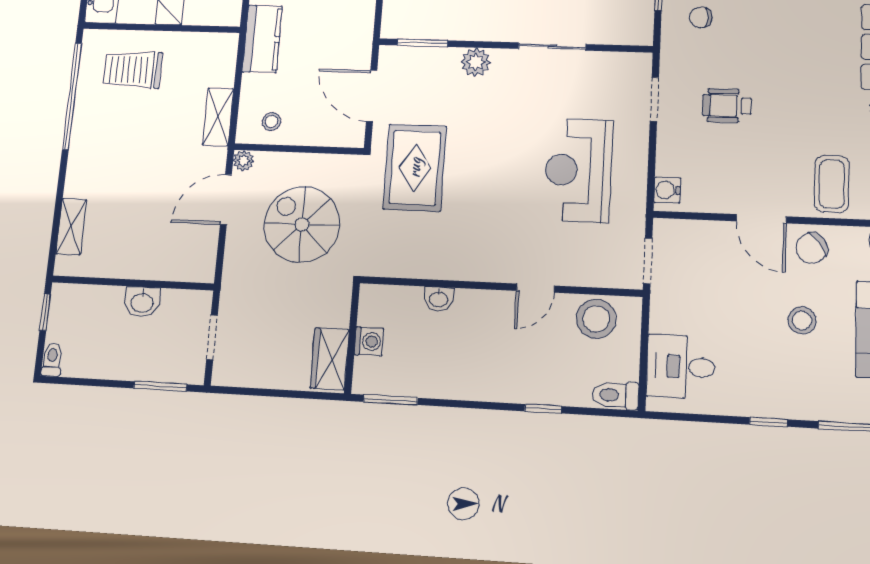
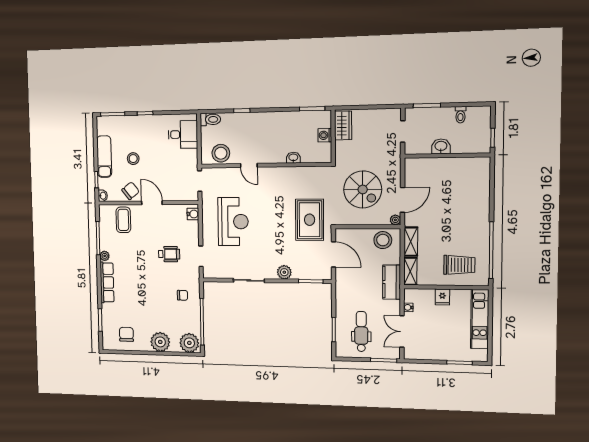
stool: (272, 122) -> (383, 240), width x1.89, depth x1.89
shelving: (71, 227) -> (410, 271), moved
door: (535, 288) -> (249, 165), swing flipped
toilet: (52, 360) -> (460, 115), moved

